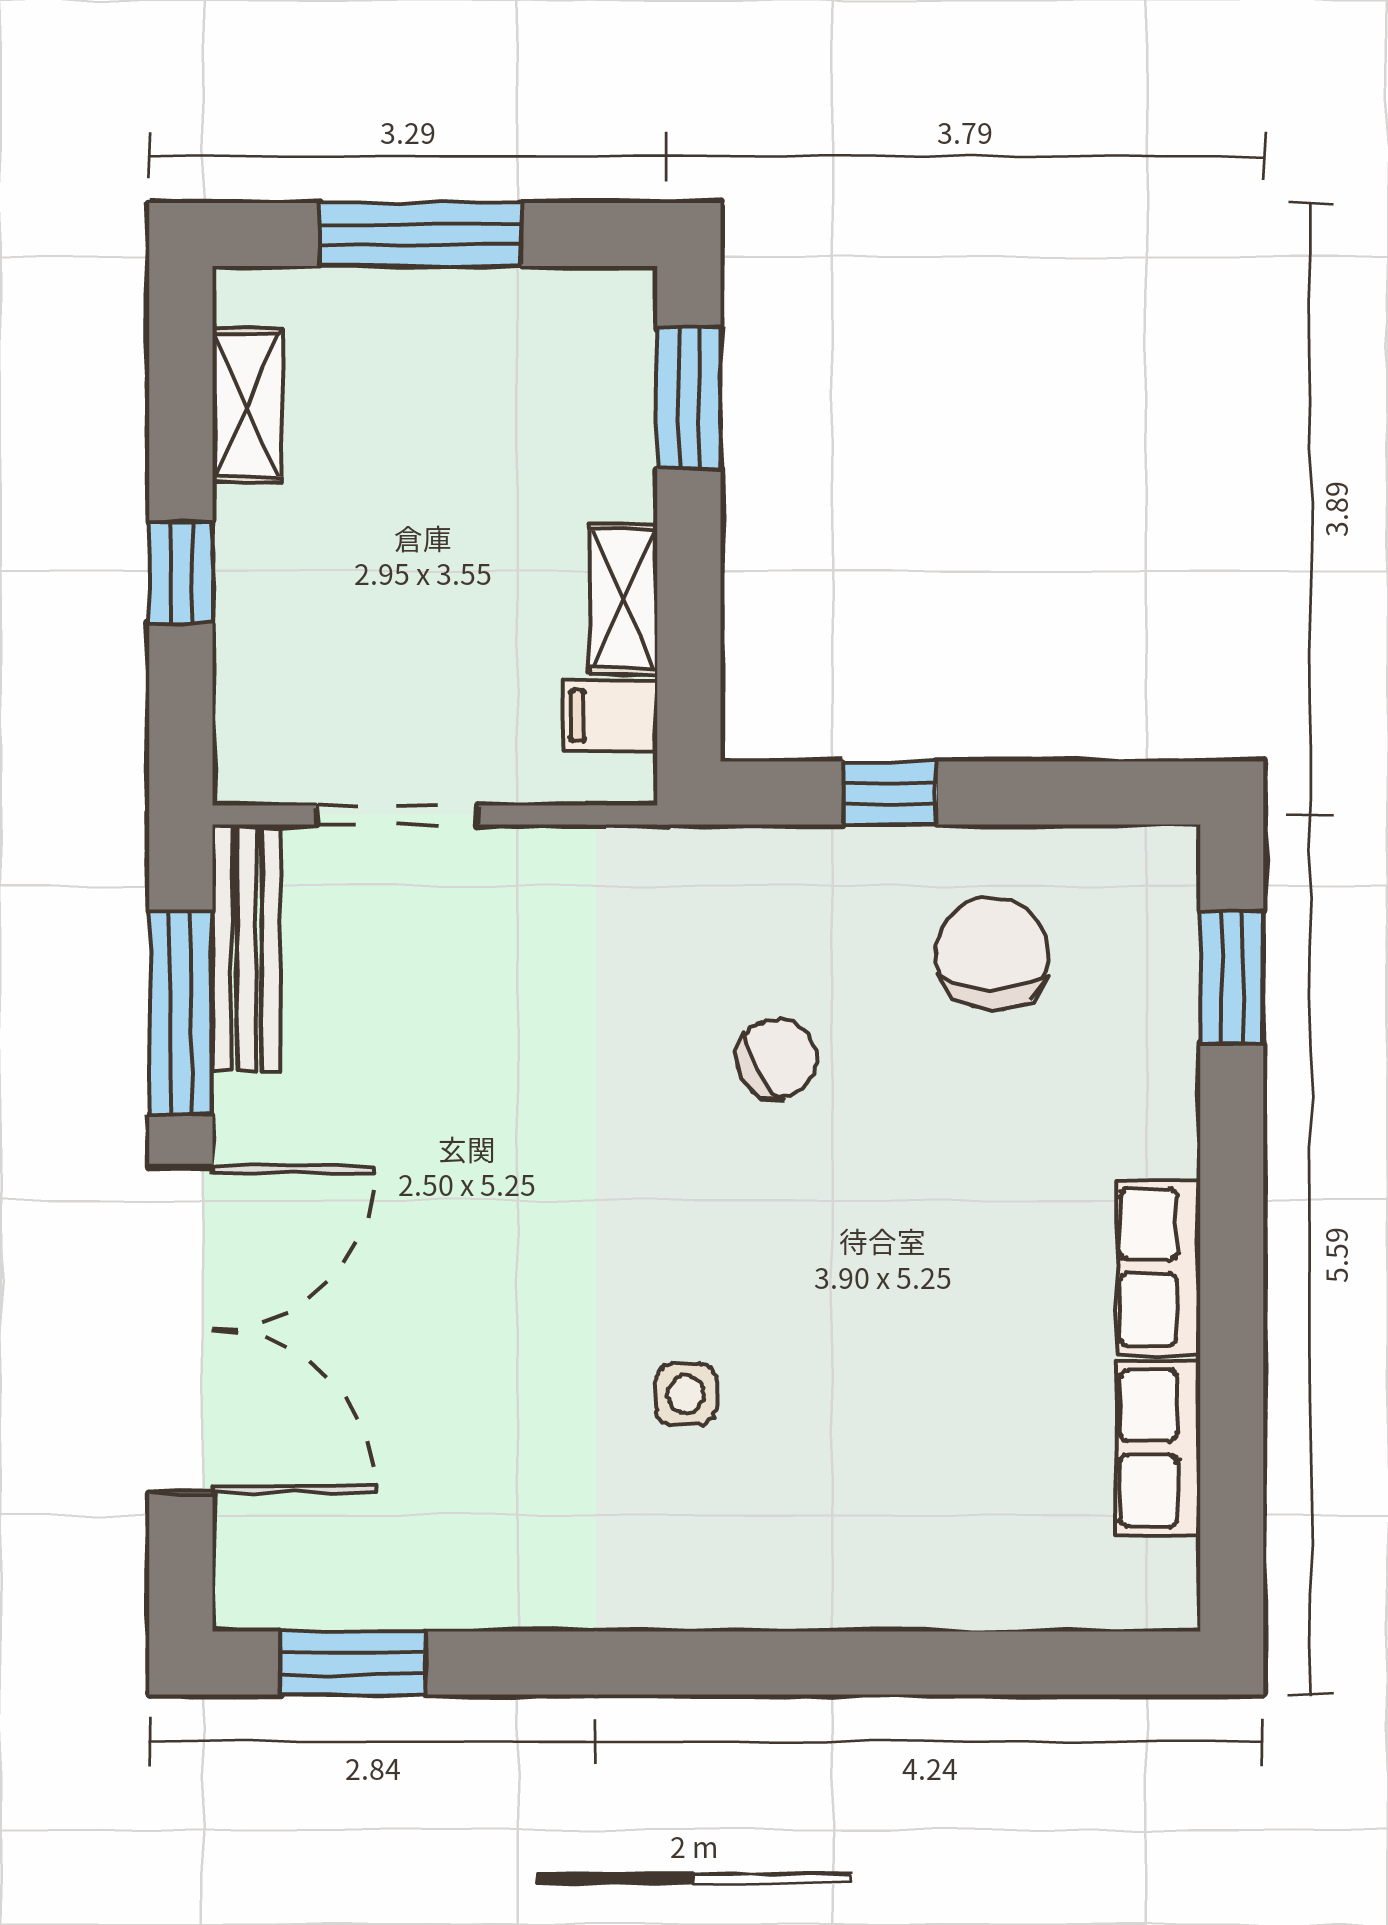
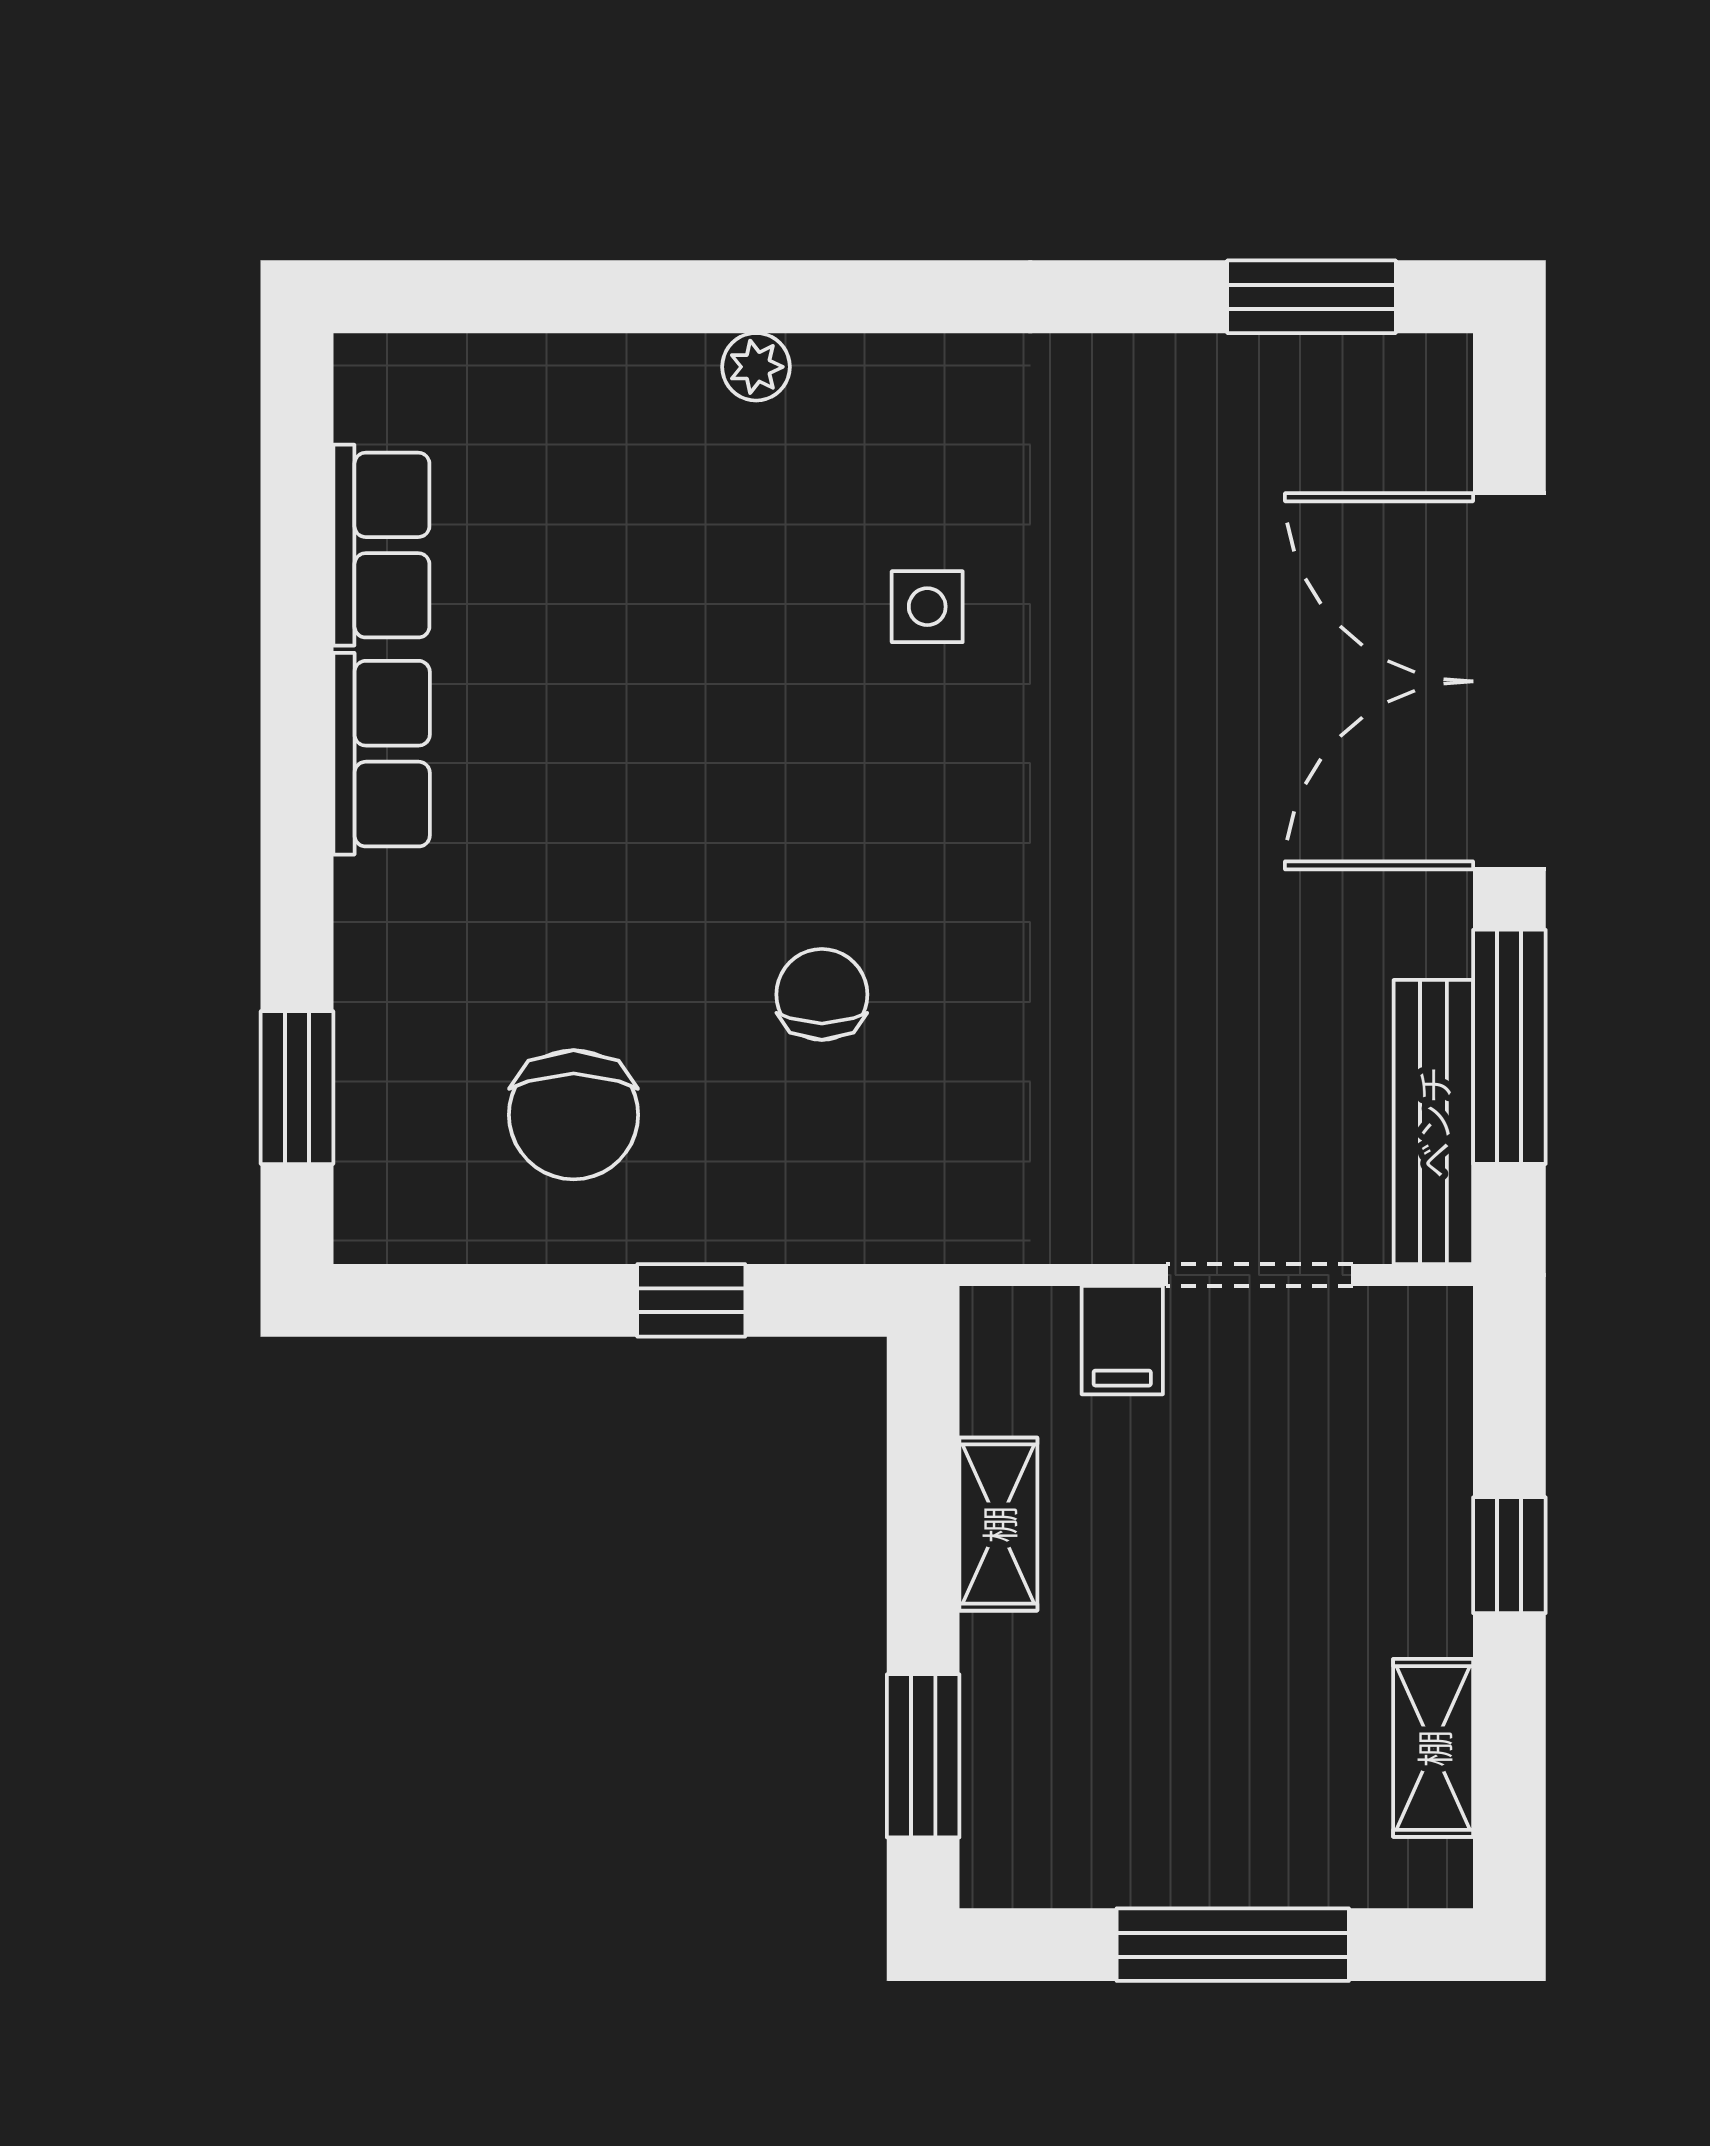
filing cabinet: (610, 716) -> (1122, 1340), moved, turned 90
chair: (777, 1058) -> (822, 994), turned 120
plant: (834, 1602) -> (756, 367), added

